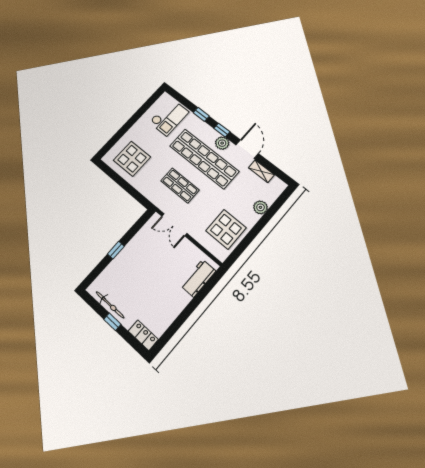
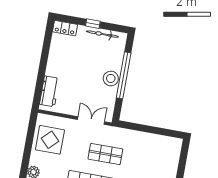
display table: (132, 159) -> (157, 154), removed
window: (116, 250) -> (124, 75), width x3.17
stool: (130, 255) -> (111, 78), added

